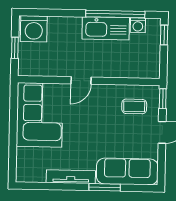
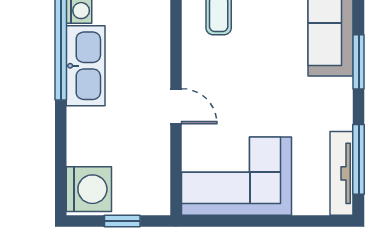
tv unit: (71, 177) -> (342, 173), moved
window: (48, 186) -> (359, 159), added

